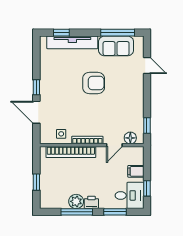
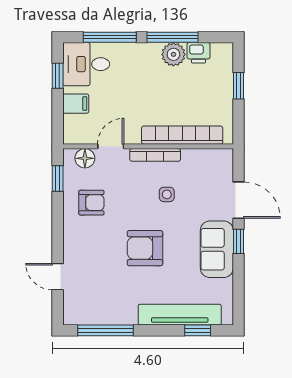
sofa: (116, 46) -> (217, 249), moved, turned -90
armchair: (126, 111) -> (91, 203), added
side table: (61, 134) -> (167, 194), moved
printer: (91, 202) -> (198, 53), moved
window: (115, 212) -> (110, 37), width x1.44

